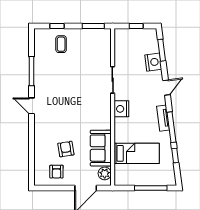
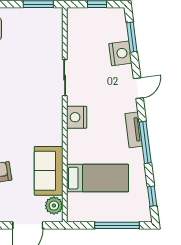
window: (175, 156) -> (152, 196), moved

